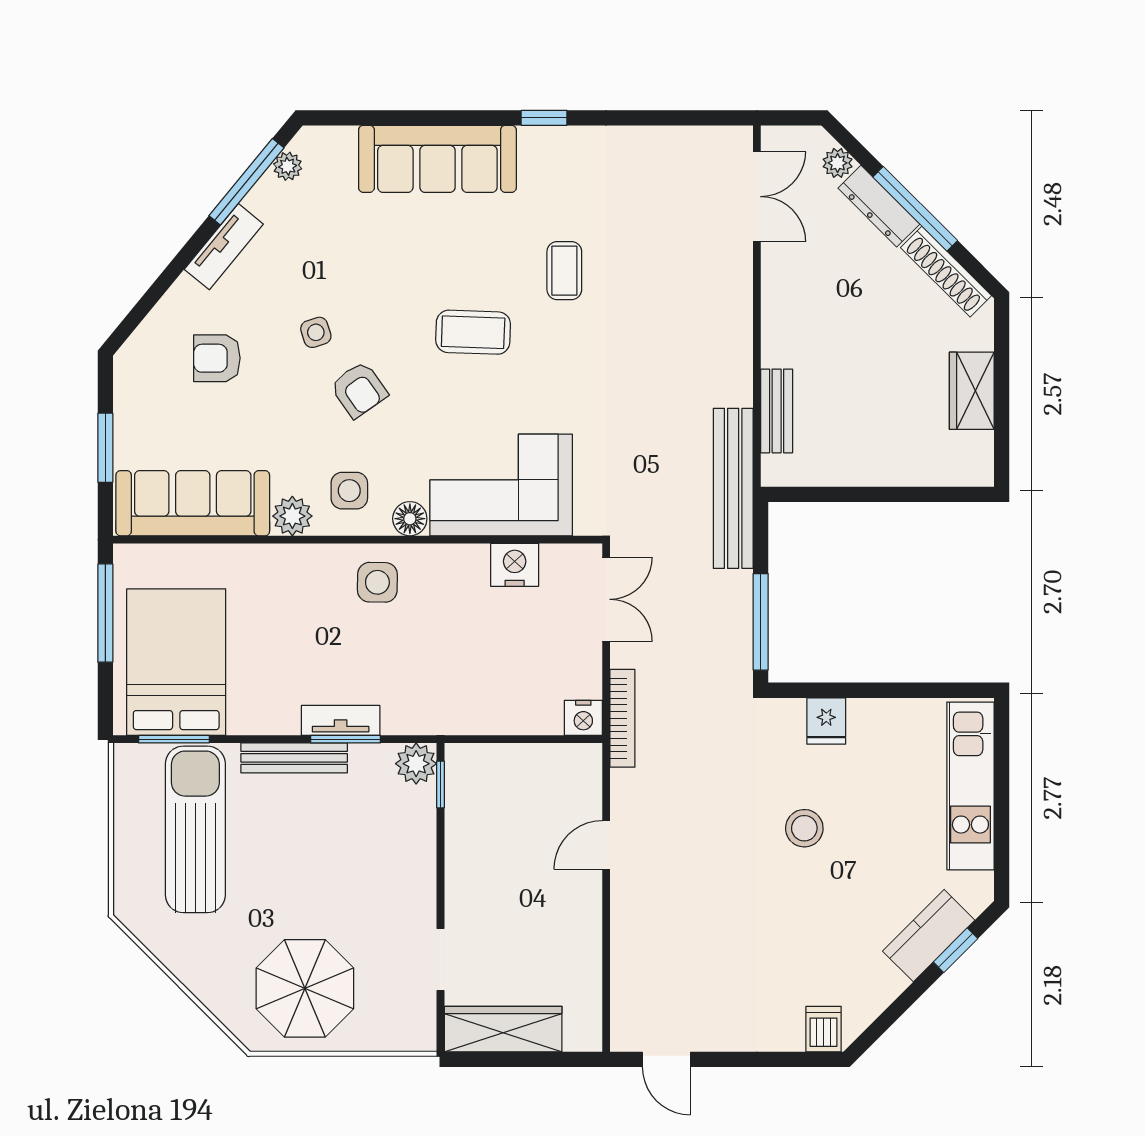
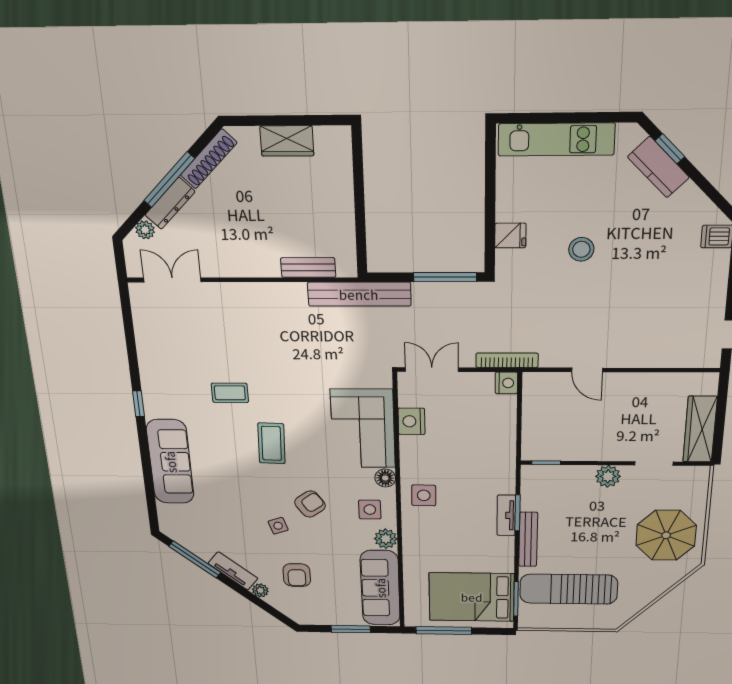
plant: (288, 166) -> (260, 590), moved
plant: (416, 764) -> (608, 476), moved

